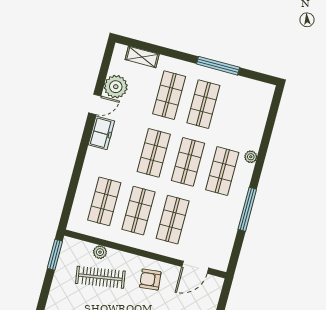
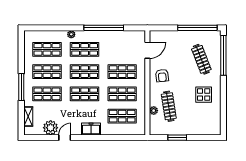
window: (218, 66) -> (21, 87), moved
door: (95, 104) -> (65, 138), hinge flipped
shop shelf: (238, 113) -> (47, 49), added
freezer: (101, 133) -> (91, 129), moved
window: (247, 209) -> (104, 28), width x1.46
window: (55, 255) -> (177, 138), moved
door: (195, 267) -> (147, 50), hinge flipped

